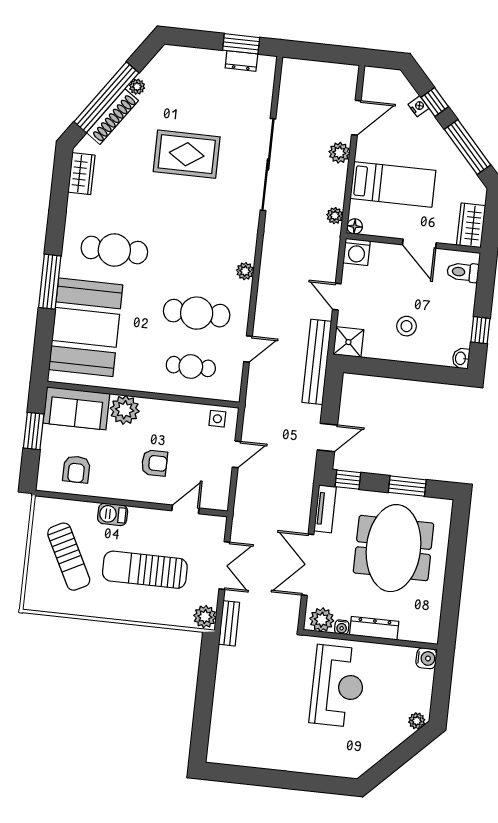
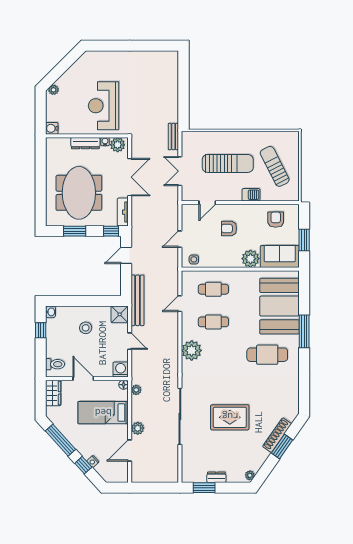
dresser: (241, 61) -> (216, 477), moved
plant: (137, 87) -> (250, 475), moved
window: (106, 97) -> (282, 446), width x0.47
wardrobe: (81, 174) -> (292, 399), removed
plant: (245, 271) -> (192, 351), width x1.88, depth x1.88
cafe table: (197, 313) -> (213, 322), width x0.73, depth x0.74
plant: (205, 617) -> (188, 139), removed

